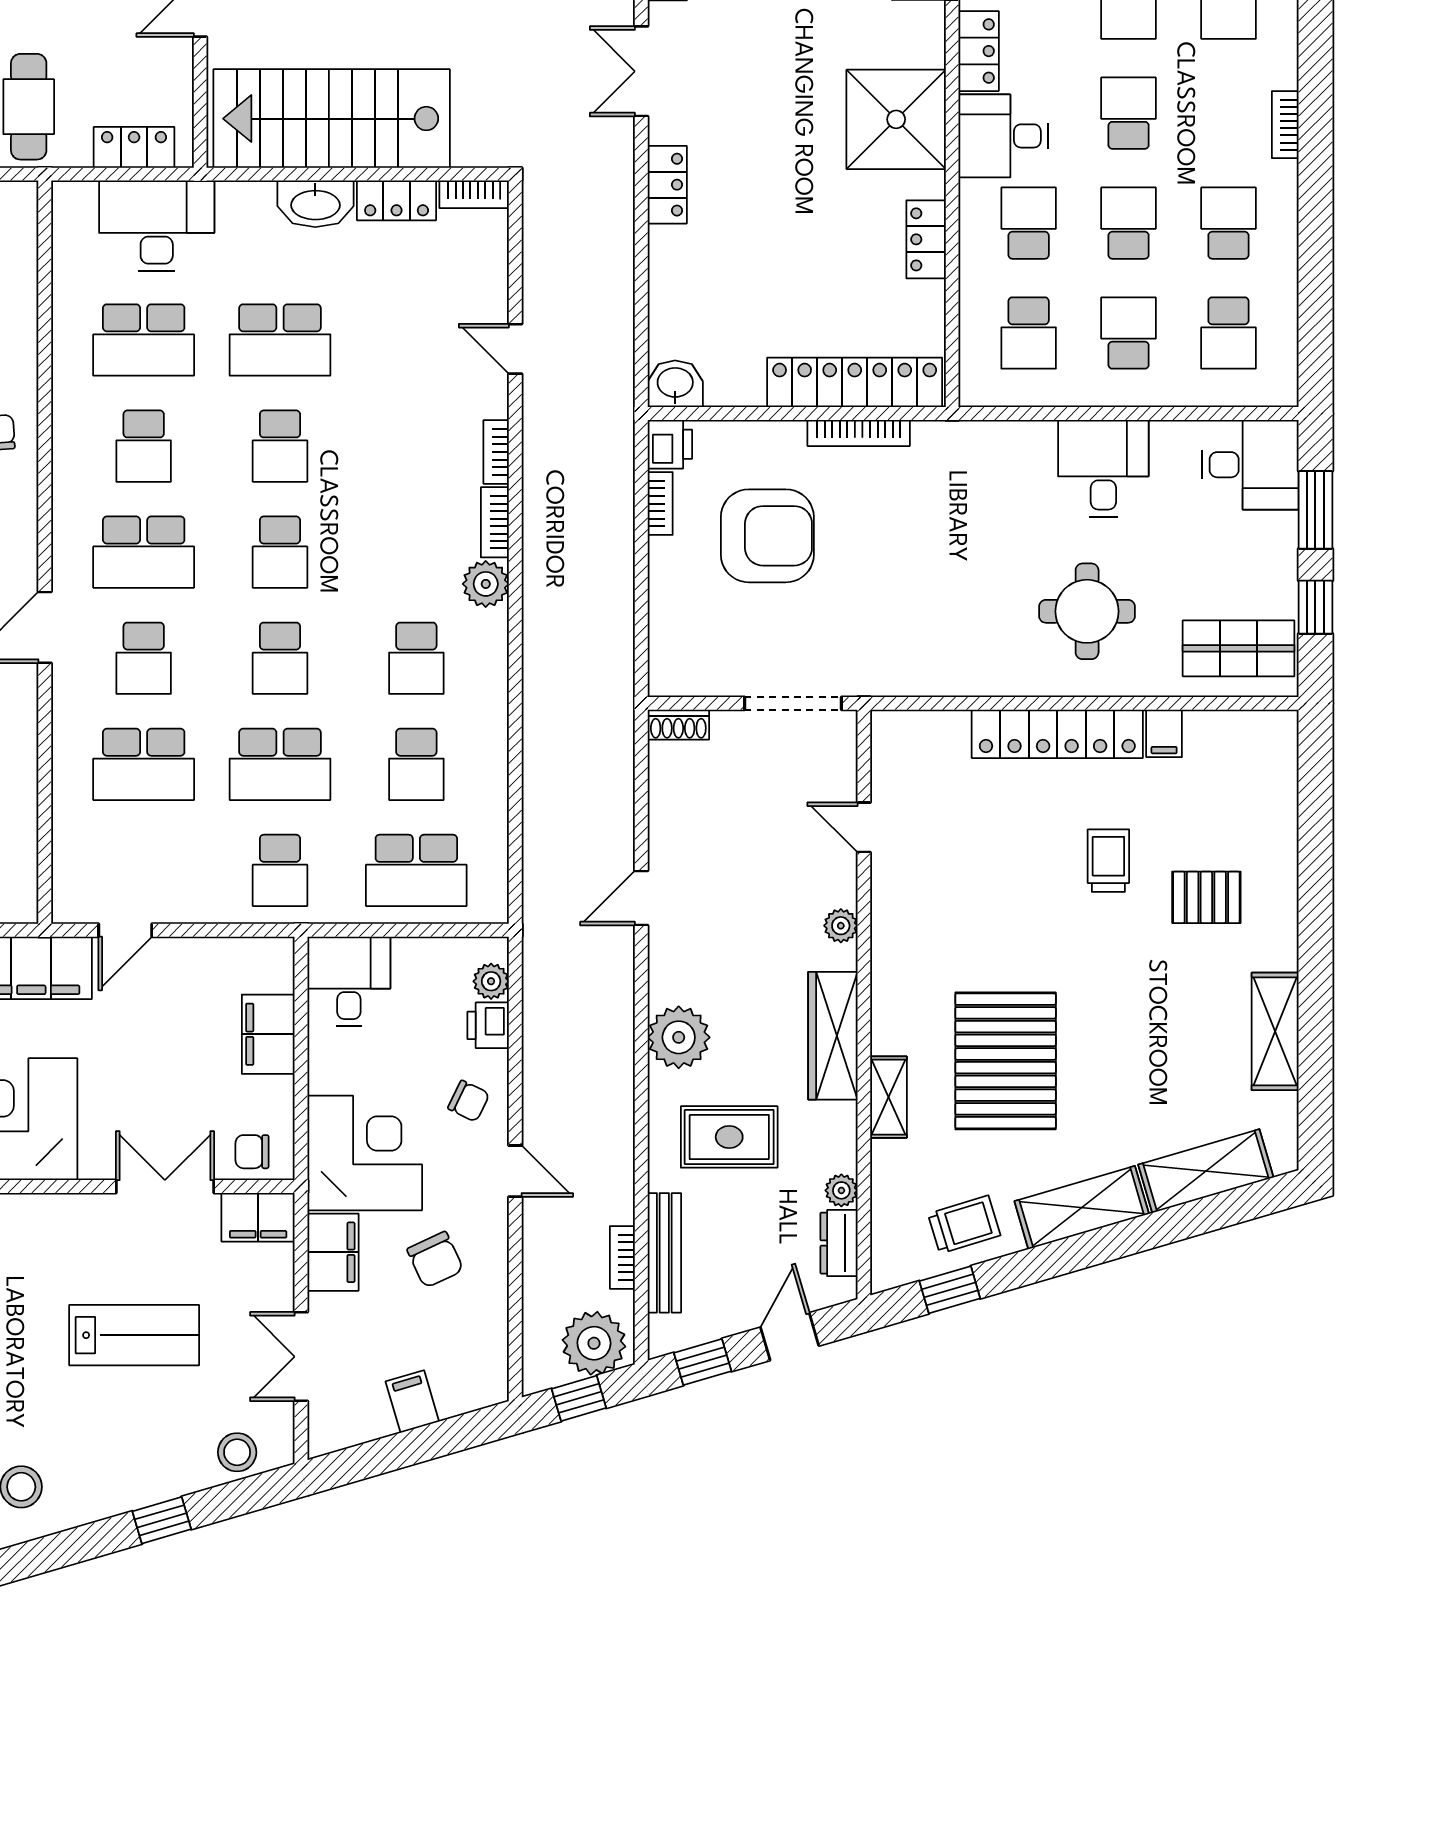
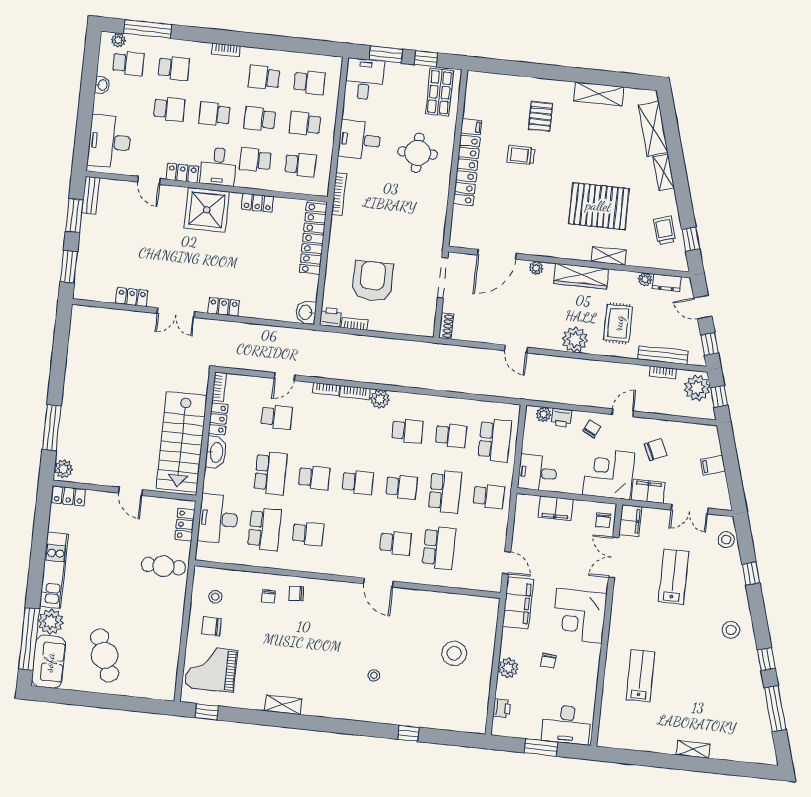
bookcase: (859, 433) -> (339, 194), moved
school desk: (144, 552) -> (276, 417), moved, width x0.54
door: (864, 827) -> (497, 254), width x1.87
shelving: (1082, 1208) -> (664, 172), width x0.67, depth x0.75

